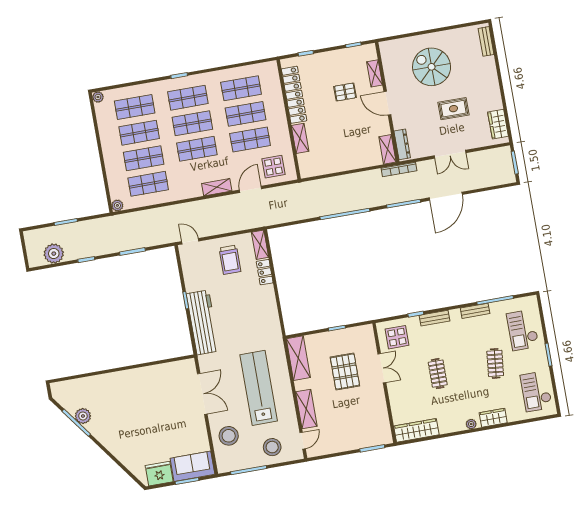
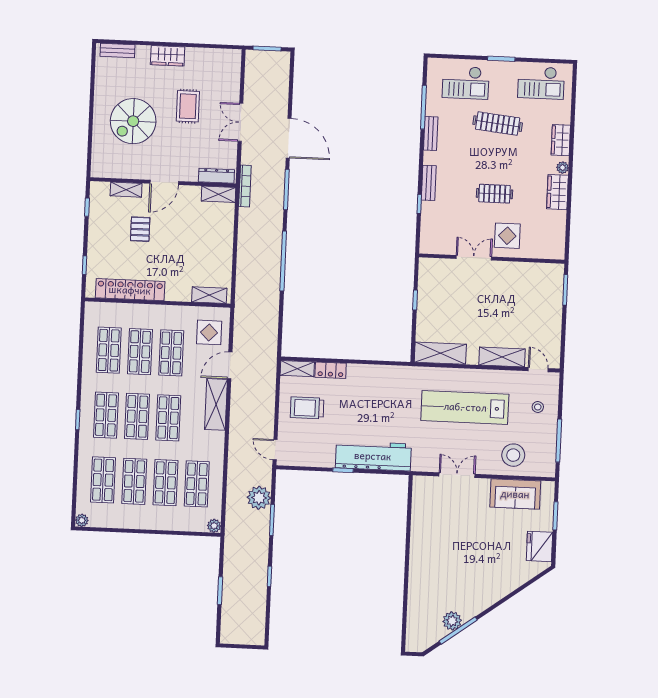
wardrobe: (498, 124) -> (168, 56), moved
shelving: (300, 138) -> (209, 295), moved
double door: (450, 154) -> (240, 122), swing flipped
shelving: (217, 187) -> (216, 404), width x1.50, depth x1.33
door: (251, 189) -> (230, 365), hinge flipped
door: (190, 241) -> (275, 450), hinge flipped
plant: (54, 254) -> (259, 498), moved
trolley: (230, 260) -> (307, 408), turned 180
display table: (397, 337) -> (507, 236), moved
clothes rail: (495, 363) -> (498, 124), width x1.36
pallet: (345, 371) -> (468, 302), removed
double door: (202, 394) -> (457, 475), width x0.73
wardrobe: (416, 430) -> (557, 192), moved, width x0.67
stool: (272, 447) -> (538, 407), width x0.53, depth x0.53
sofa: (192, 466) -> (515, 494), moved, turned -90

